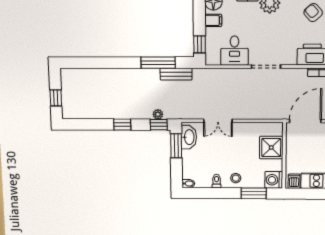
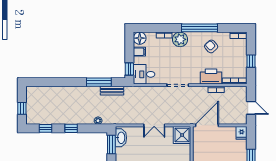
desk: (234, 51) -> (144, 74), moved, turned 90
double door: (218, 121) -> (154, 125), moved
window: (159, 125) -> (45, 128), moved
shower: (271, 148) -> (182, 135), moved

